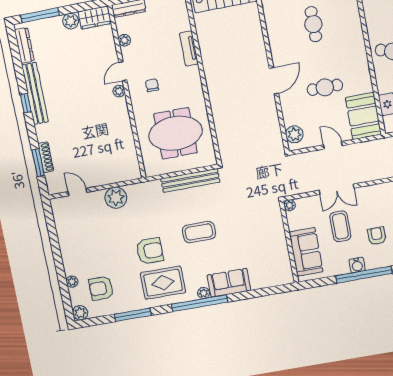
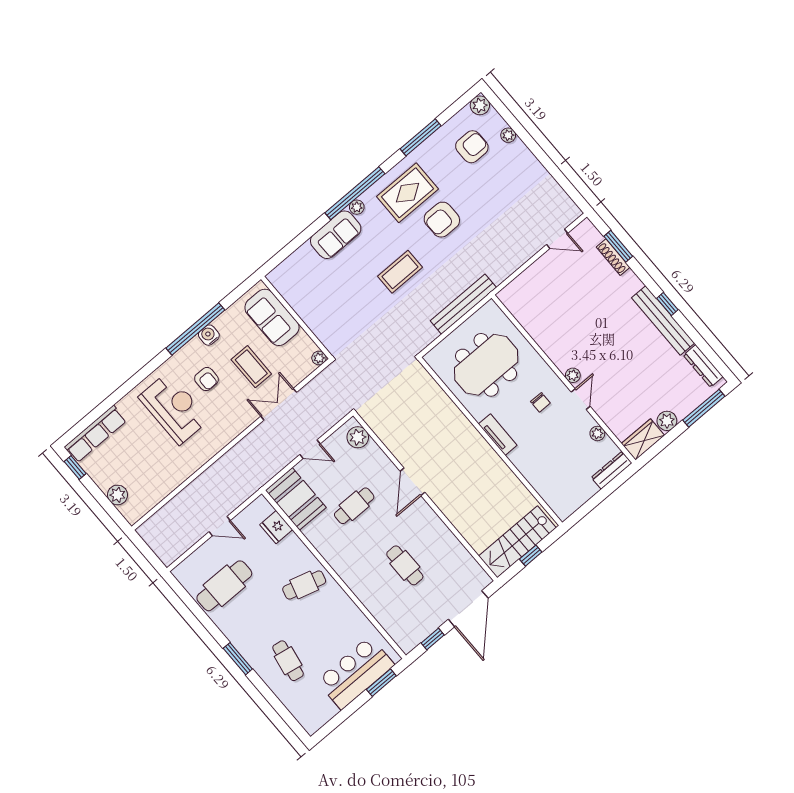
tv unit: (189, 48) -> (498, 435), moved
bench: (190, 180) -> (463, 304), moved
plant: (116, 198) -> (512, 257), removed

